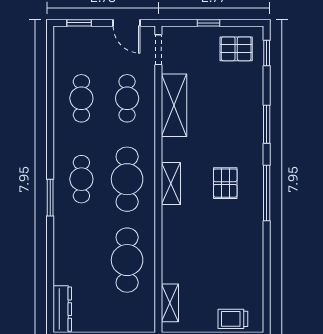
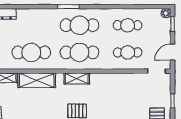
plant: (61, 34) -> (166, 13), added
shelving: (174, 105) -> (37, 80), moved
cafe table: (81, 179) -> (79, 25), width x1.37, depth x1.35

